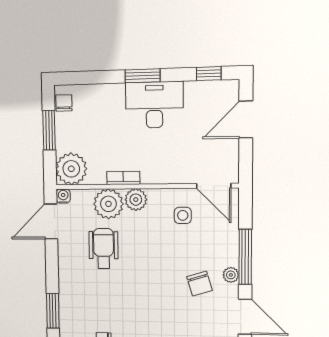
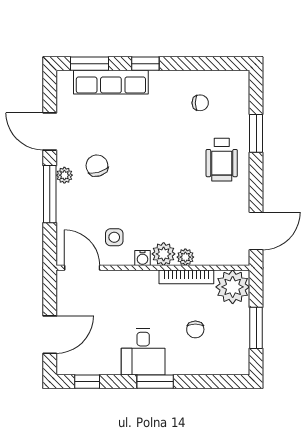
chair: (64, 103) -> (195, 329), moved
desk: (154, 105) -> (143, 352), width x0.73
bookcase: (123, 178) -> (186, 277), width x1.56
water cooler: (63, 196) -> (143, 258), moved
plant: (108, 204) -> (185, 257), width x0.53, depth x0.53
wheelchair: (104, 248) -> (222, 160), moved

